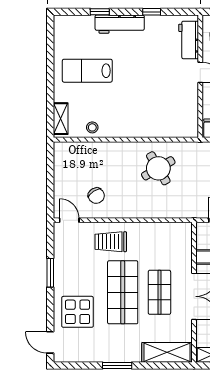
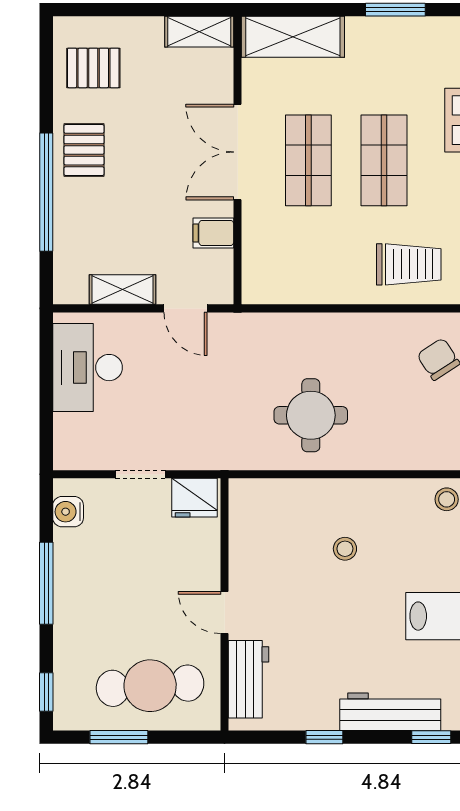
stool: (142, 103) -> (345, 549), added
round table: (158, 168) -> (311, 415), turned 30
shop shelf: (123, 292) -> (384, 160), width x0.70, depth x0.74

